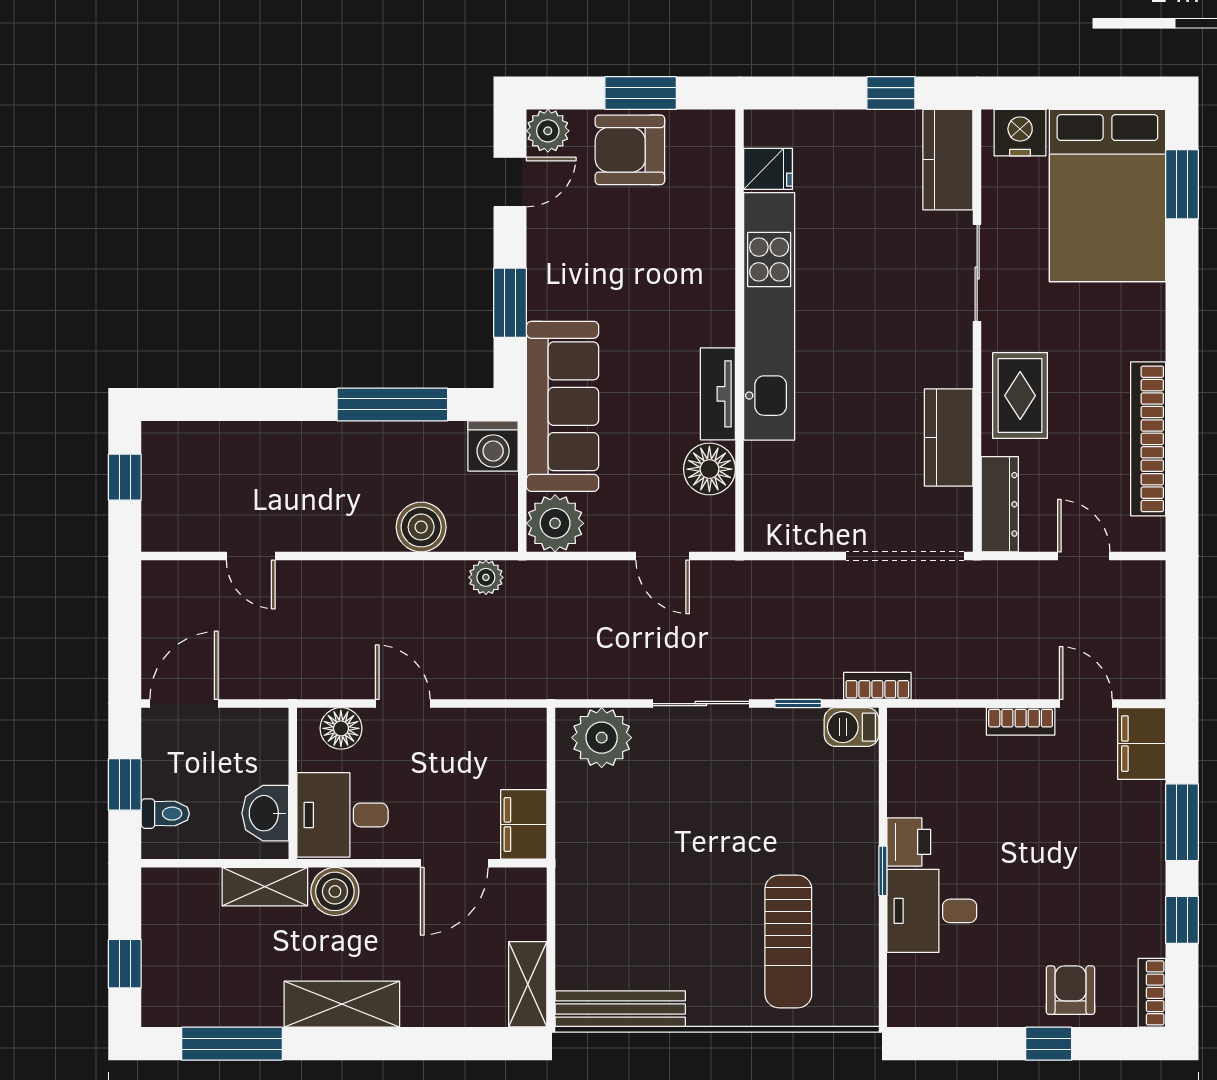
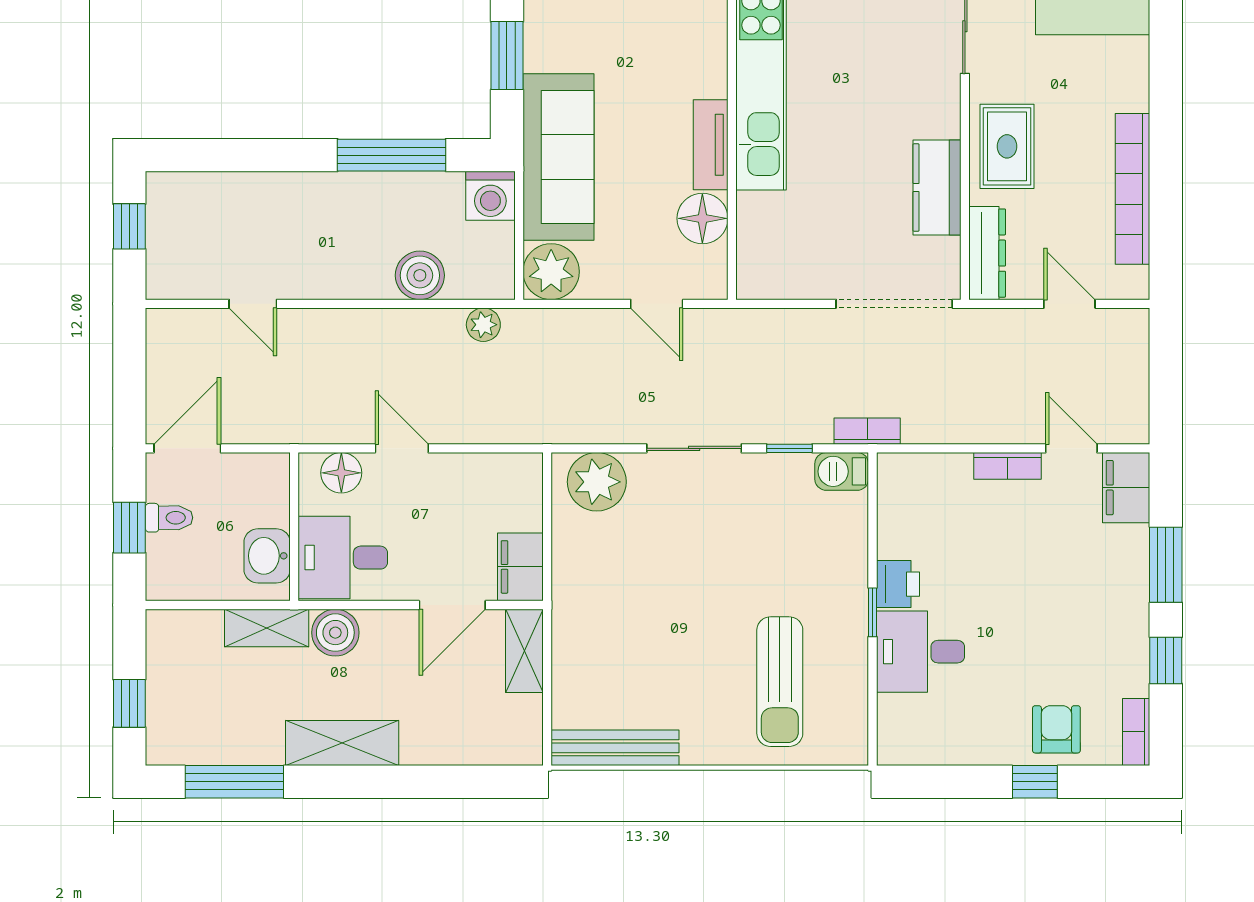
toilet: (165, 814) -> (169, 518), moved
shelving: (528, 984) -> (524, 651), moved

